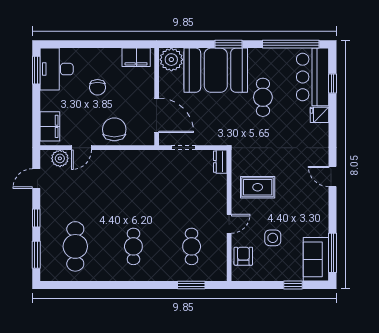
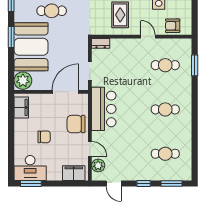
bar counter: (134, 166) -> (104, 109), added
cafe table: (75, 246) -> (165, 154), width x0.73, depth x0.74

